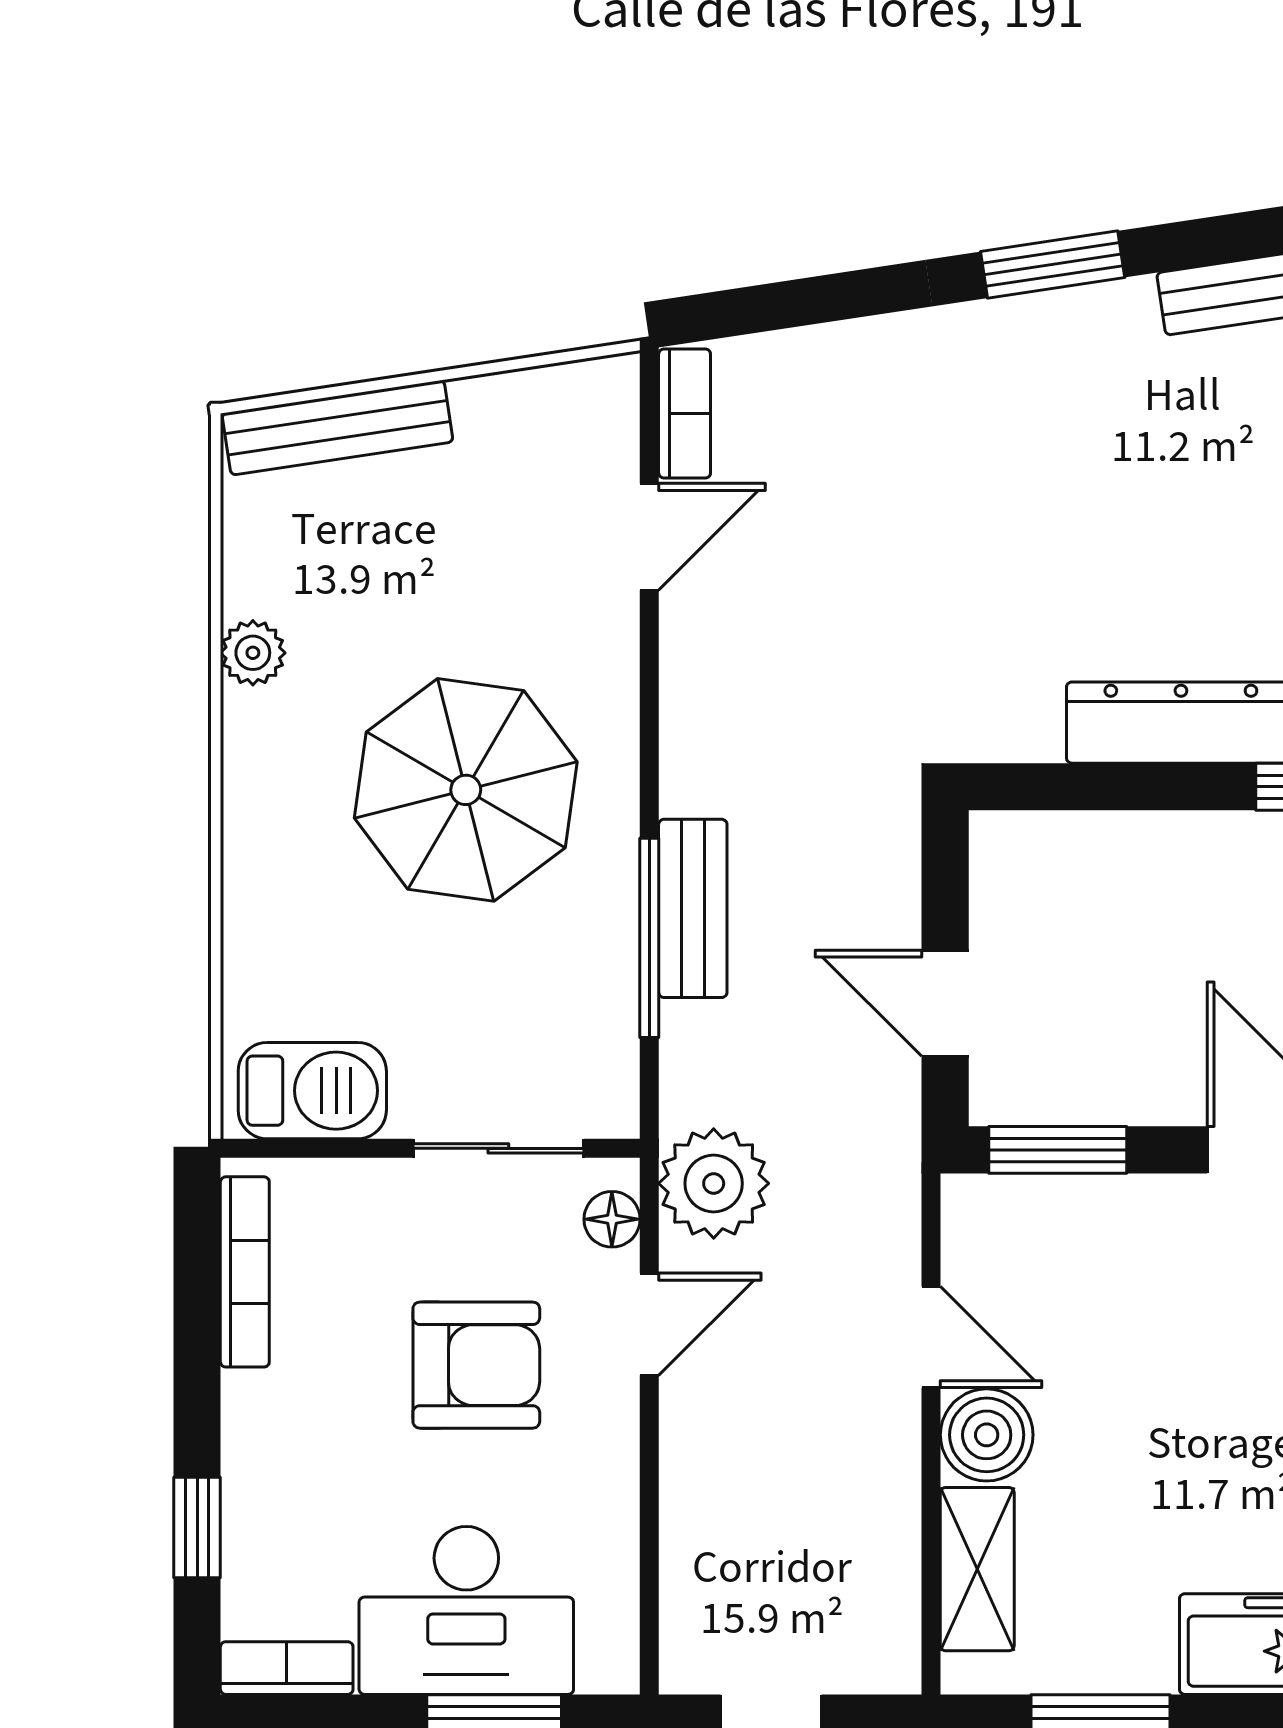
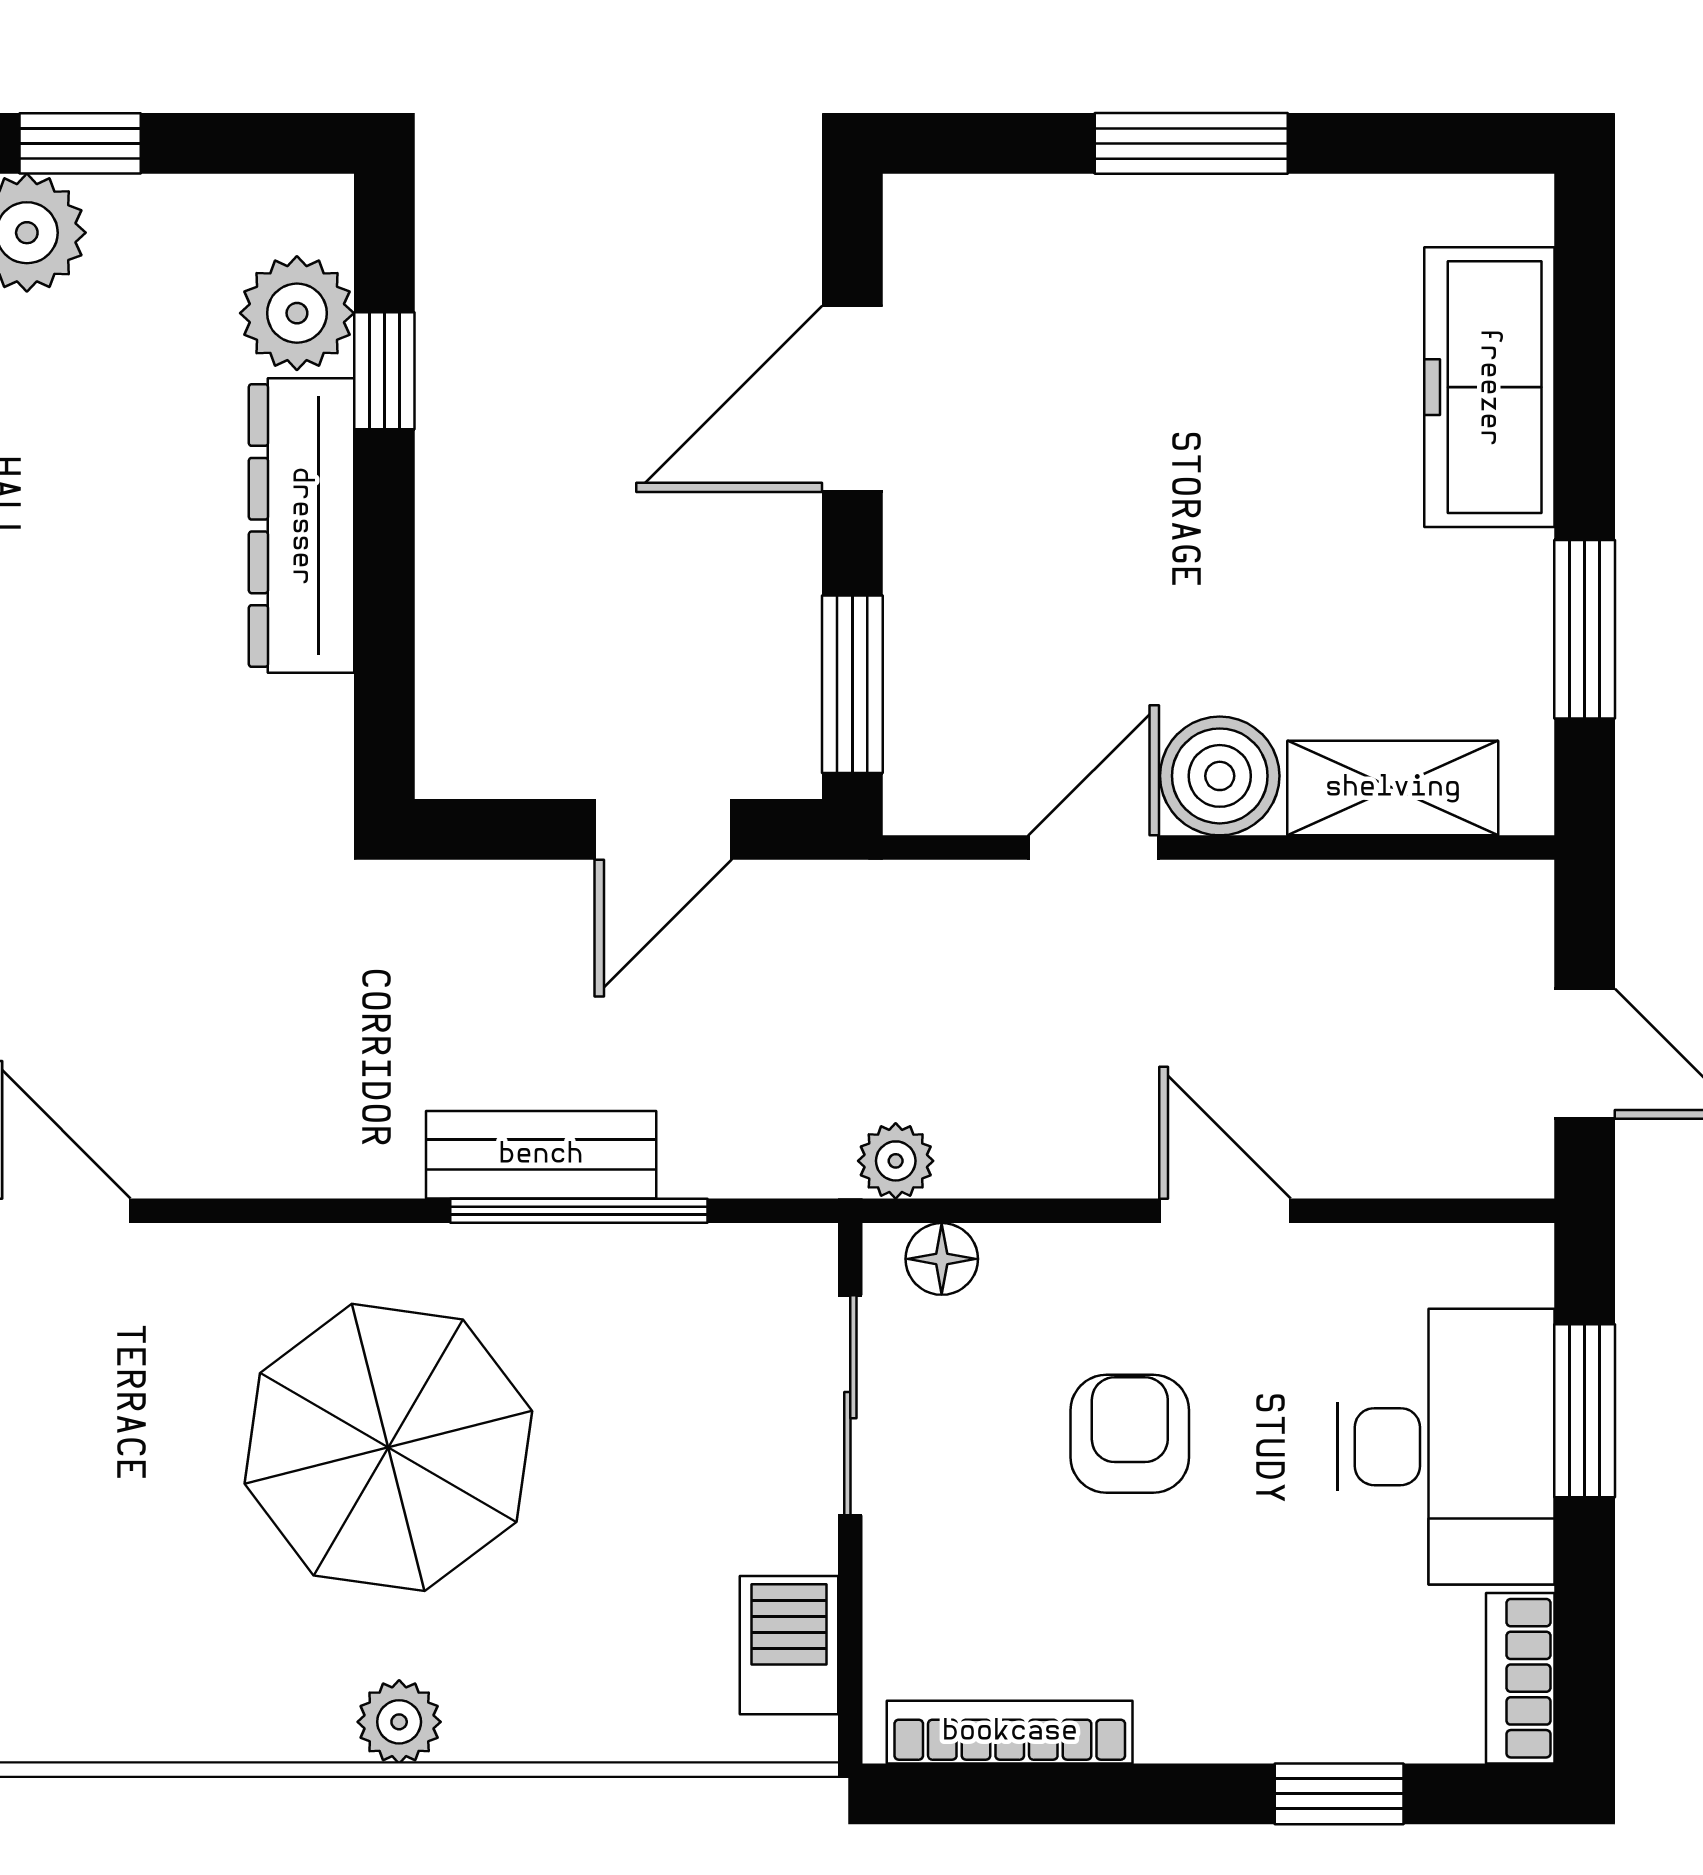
plant: (253, 653) -> (399, 1722), moved
barbecue: (312, 1091) -> (789, 1645), width x0.73, depth x0.79
plant: (714, 1183) -> (896, 1161), width x0.53, depth x0.53
door: (649, 1324) -> (1225, 1211), moved
armchair: (476, 1365) -> (1130, 1434), width x0.72, depth x0.72

